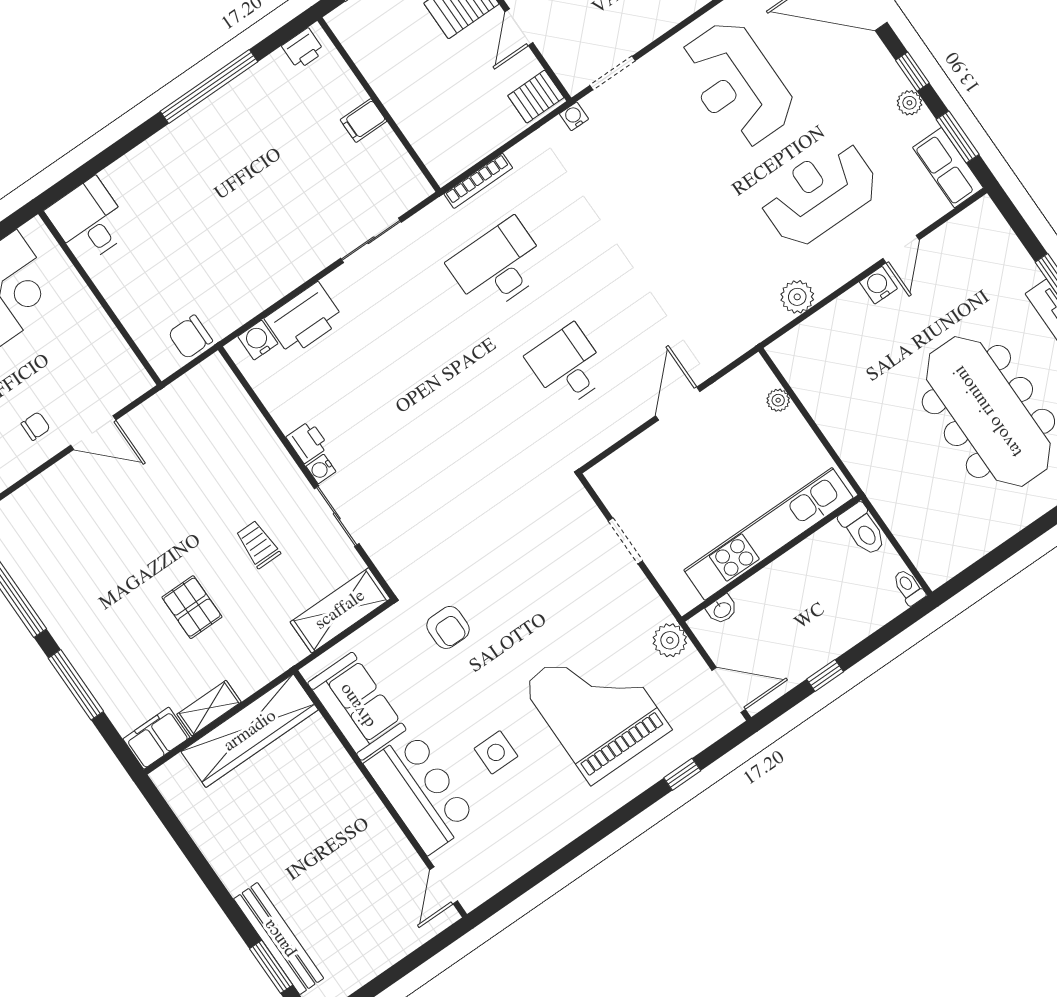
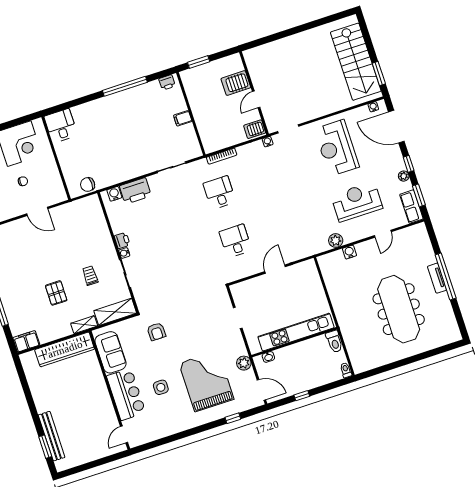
desk: (498, 266) -> (220, 193), width x0.73
water cooler: (878, 285) -> (349, 252), moved
plant: (778, 400) -> (316, 280), removed
chair: (36, 426) -> (23, 181), moved
shelving: (209, 708) -> (84, 325), moved

